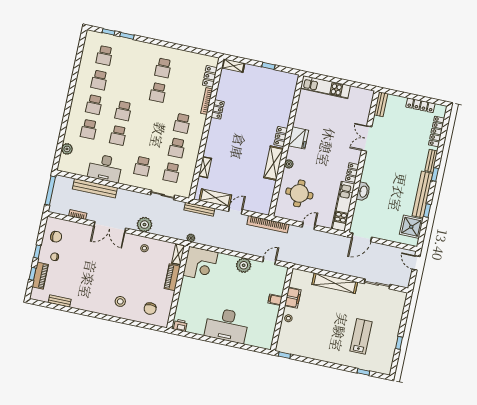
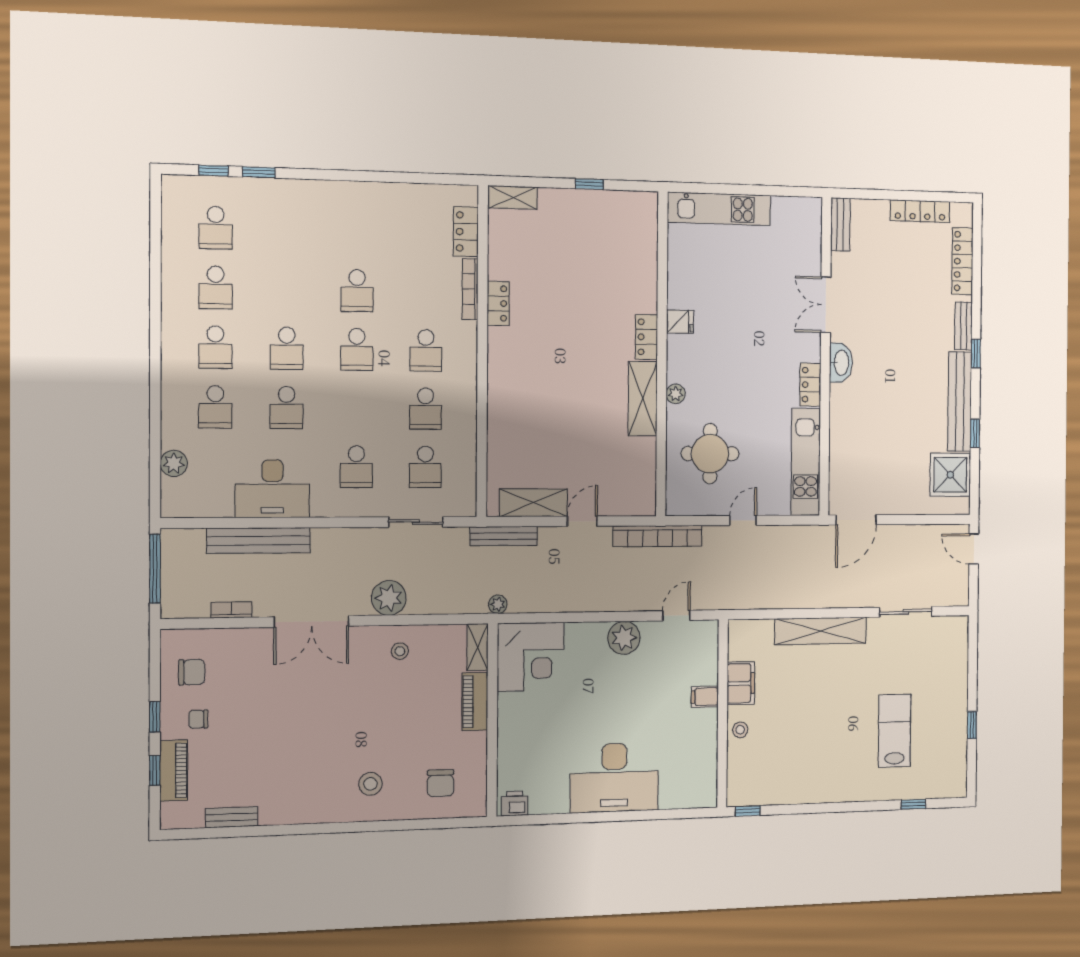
school desk: (163, 68) -> (357, 349), moved
fridge: (298, 138) -> (680, 322), width x0.53, depth x0.75
shelving: (205, 167) -> (497, 439), removed
washbasin: (363, 192) -> (841, 363), moved

